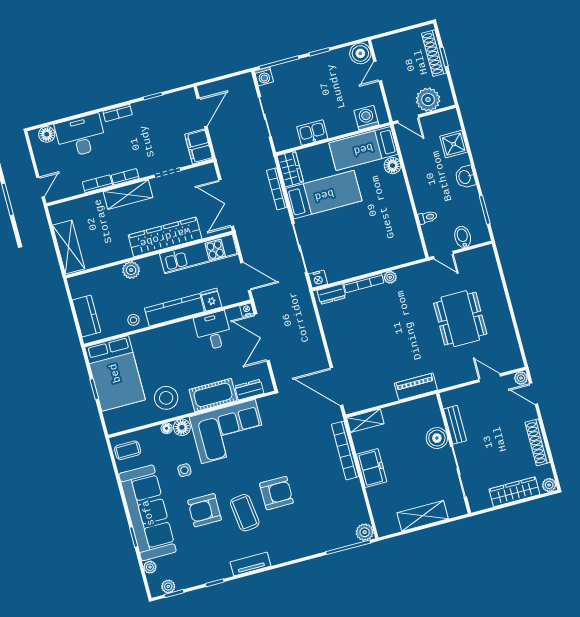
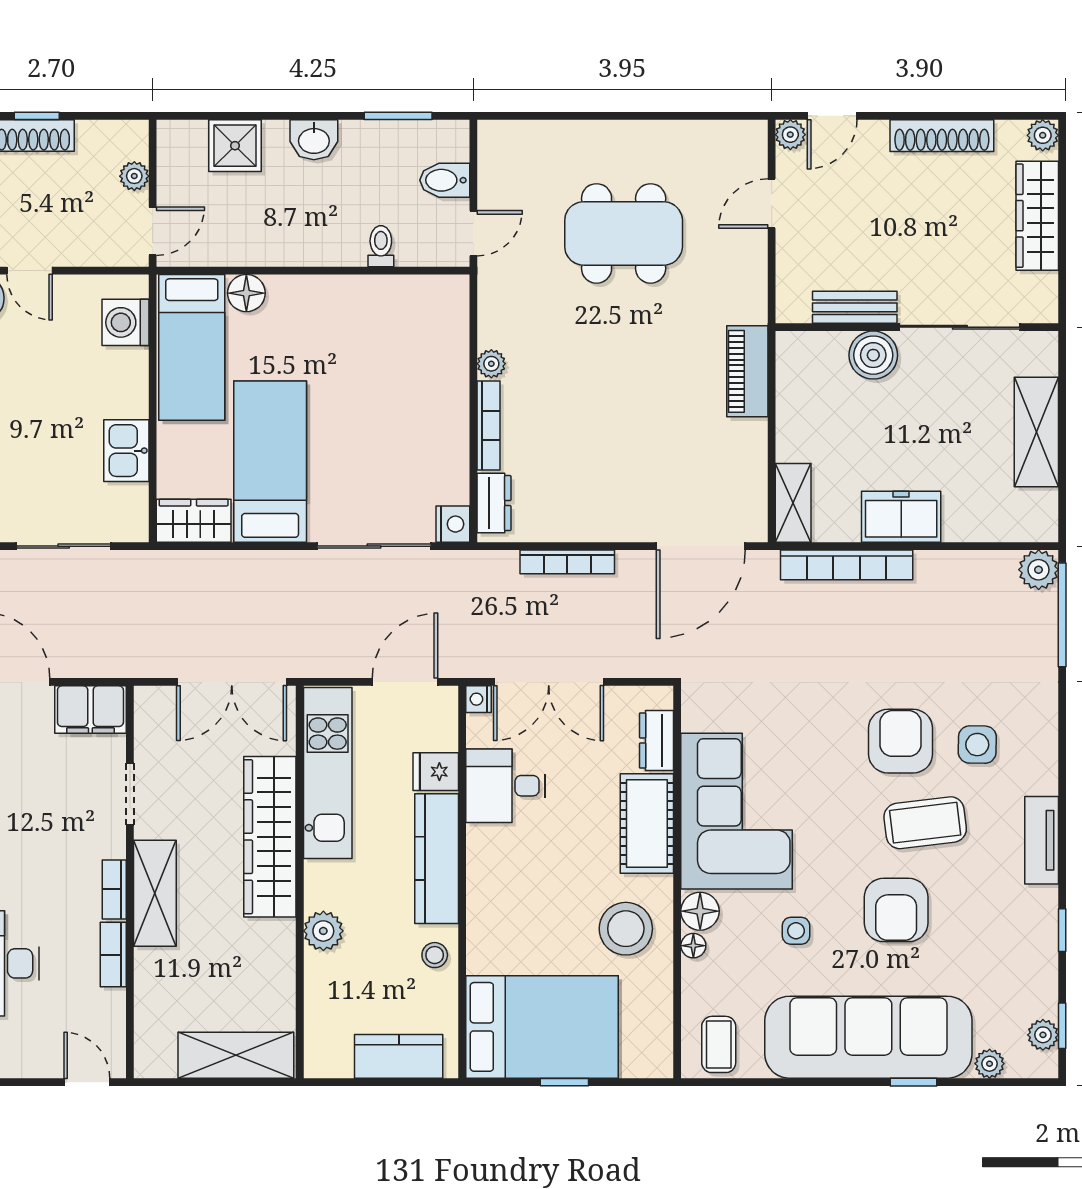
plant: (428, 100) -> (134, 176), width x0.53, depth x0.53
bookcase: (277, 189) -> (567, 562), moved
side table: (284, 526) -> (977, 745), added

